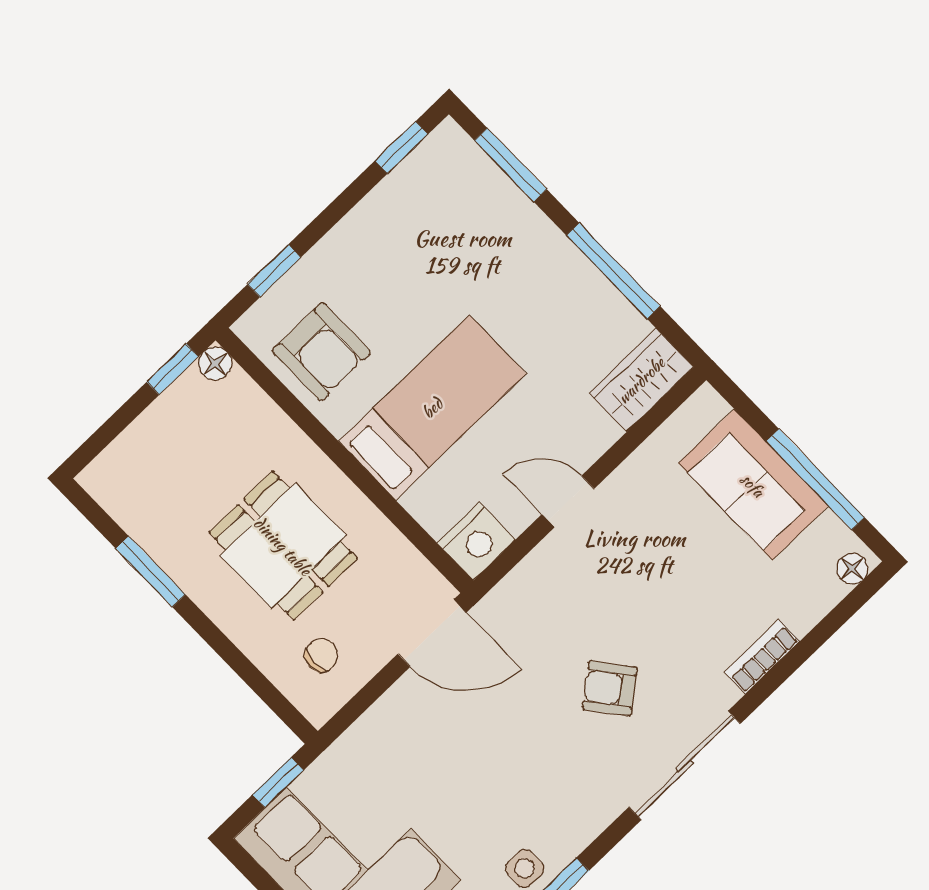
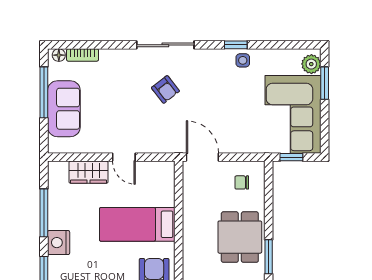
wardrobe: (641, 380) -> (88, 172), moved
nightstand: (476, 541) -> (59, 243), moved, turned -90
dining table: (283, 546) -> (240, 237), moved
bookcase: (762, 657) -> (83, 55), moved

